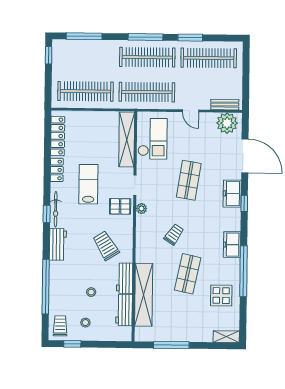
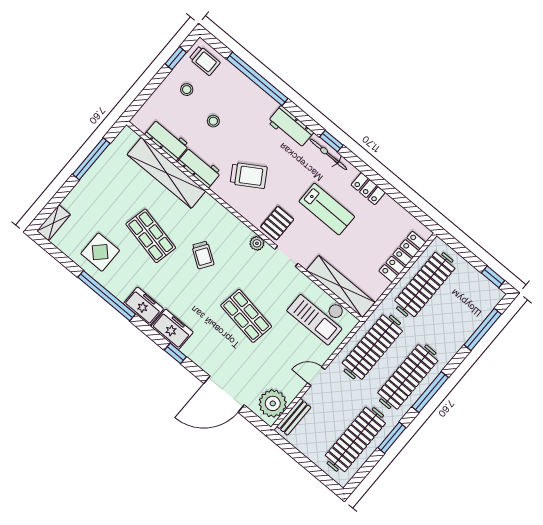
locker: (58, 136) -> (402, 257), moved, turned 90
freezer: (232, 194) -> (172, 329), moved

